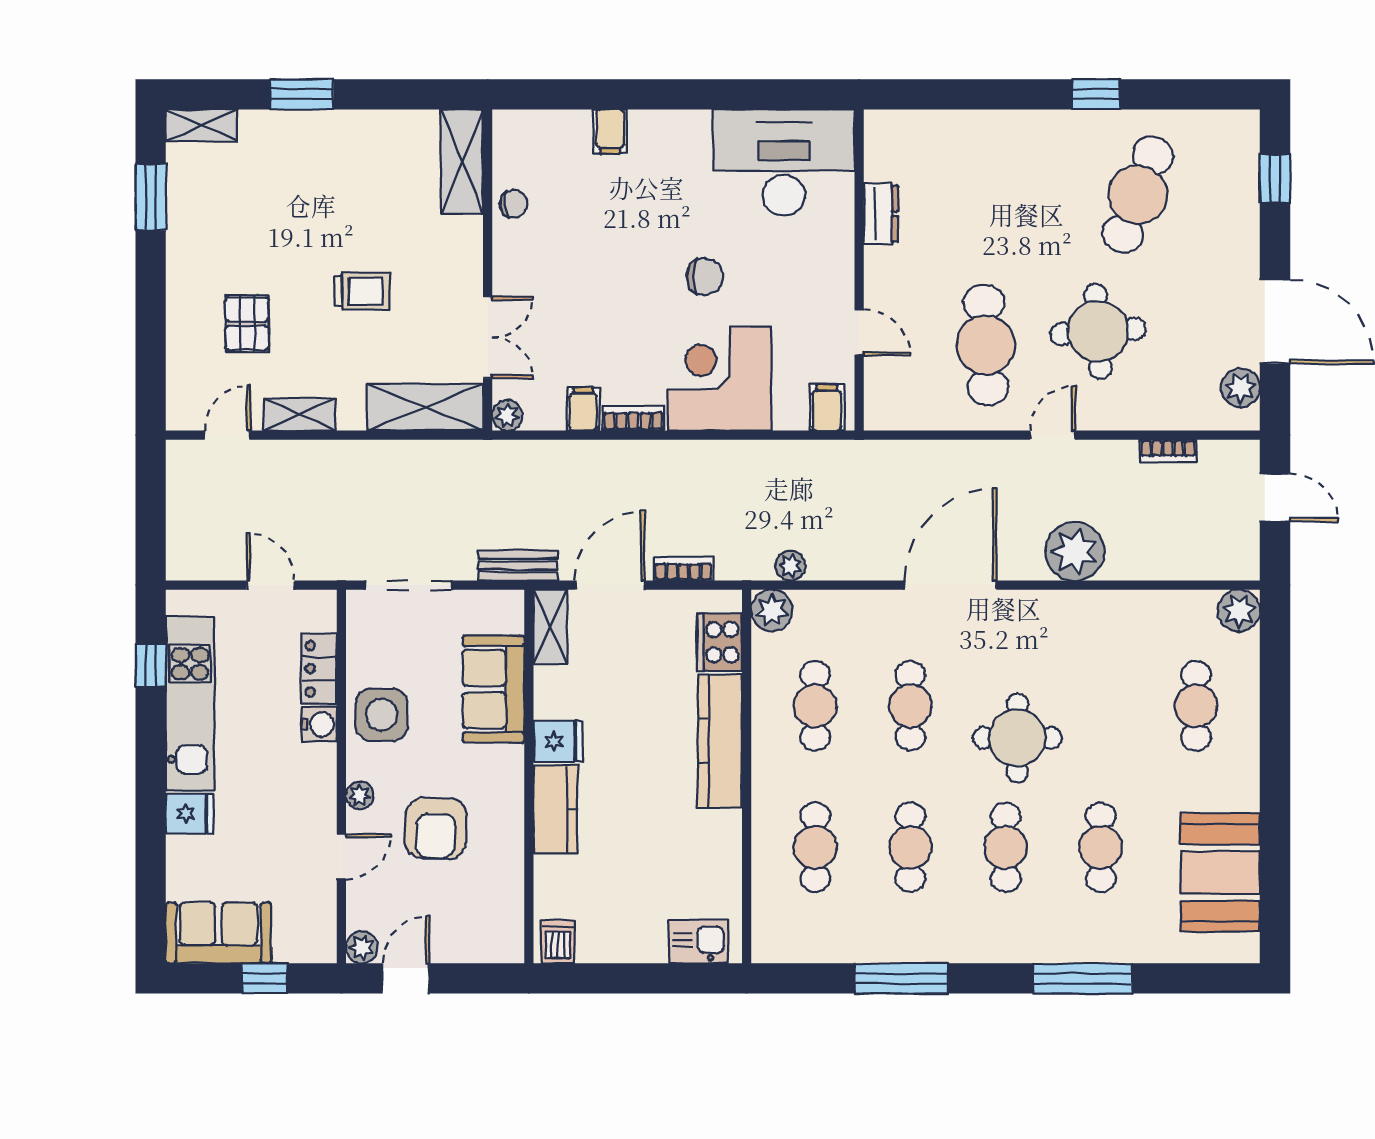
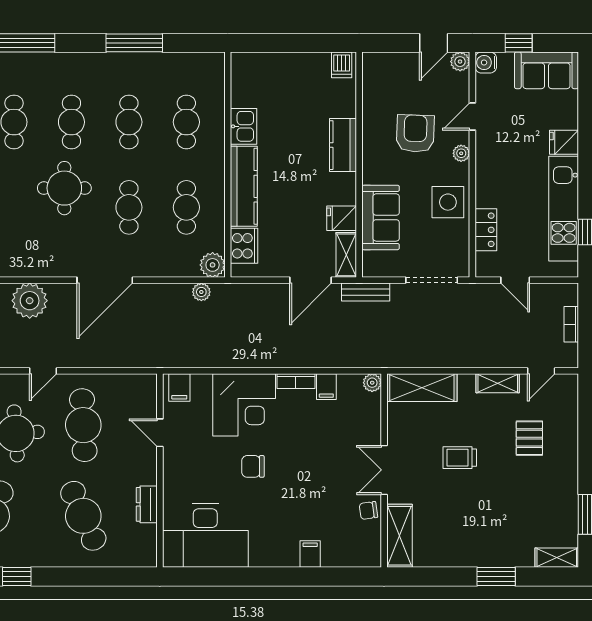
cafe table: (986, 195) -> (83, 516), added
double door: (488, 338) -> (384, 470), moved
bookcase: (683, 569) -> (571, 324), moved, turned 90
water cooler: (319, 724) -> (486, 63), moved
fridge: (558, 741) -> (342, 218), moved
kitchen sink: (699, 942) -> (243, 126), moved, turned -90

